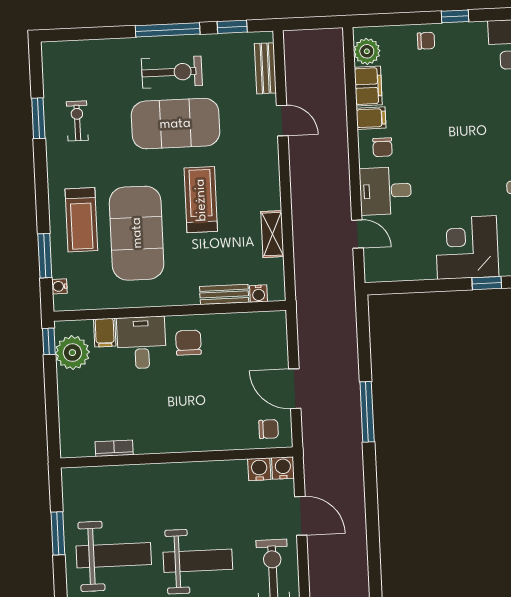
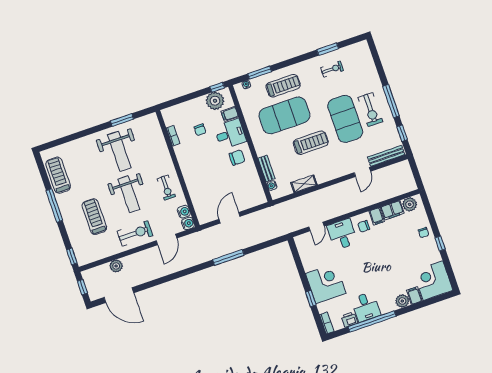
bench: (265, 68) -> (386, 156), width x1.36
treadmill: (81, 220) -> (283, 86), turned 180
chair: (269, 429) -> (200, 130), moved
exercise bike: (206, 488) -> (166, 188), added

